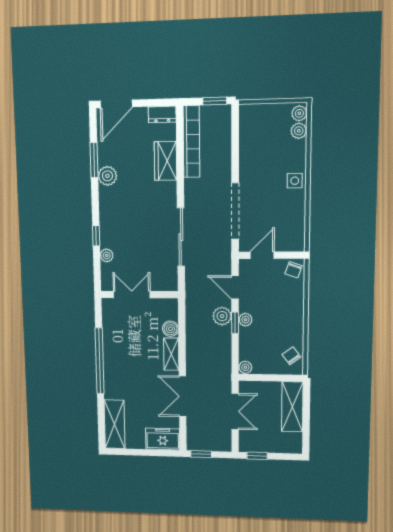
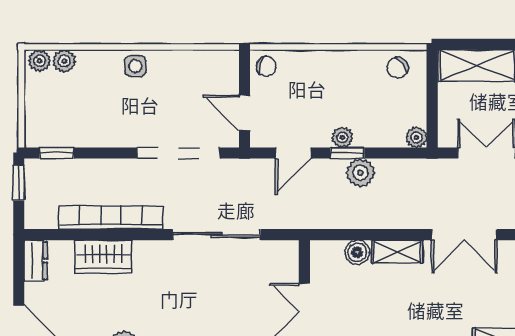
window: (235, 127) -> (57, 153), added
bookcase: (191, 142) -> (111, 217), moved
plant: (222, 316) -> (360, 173), moved

